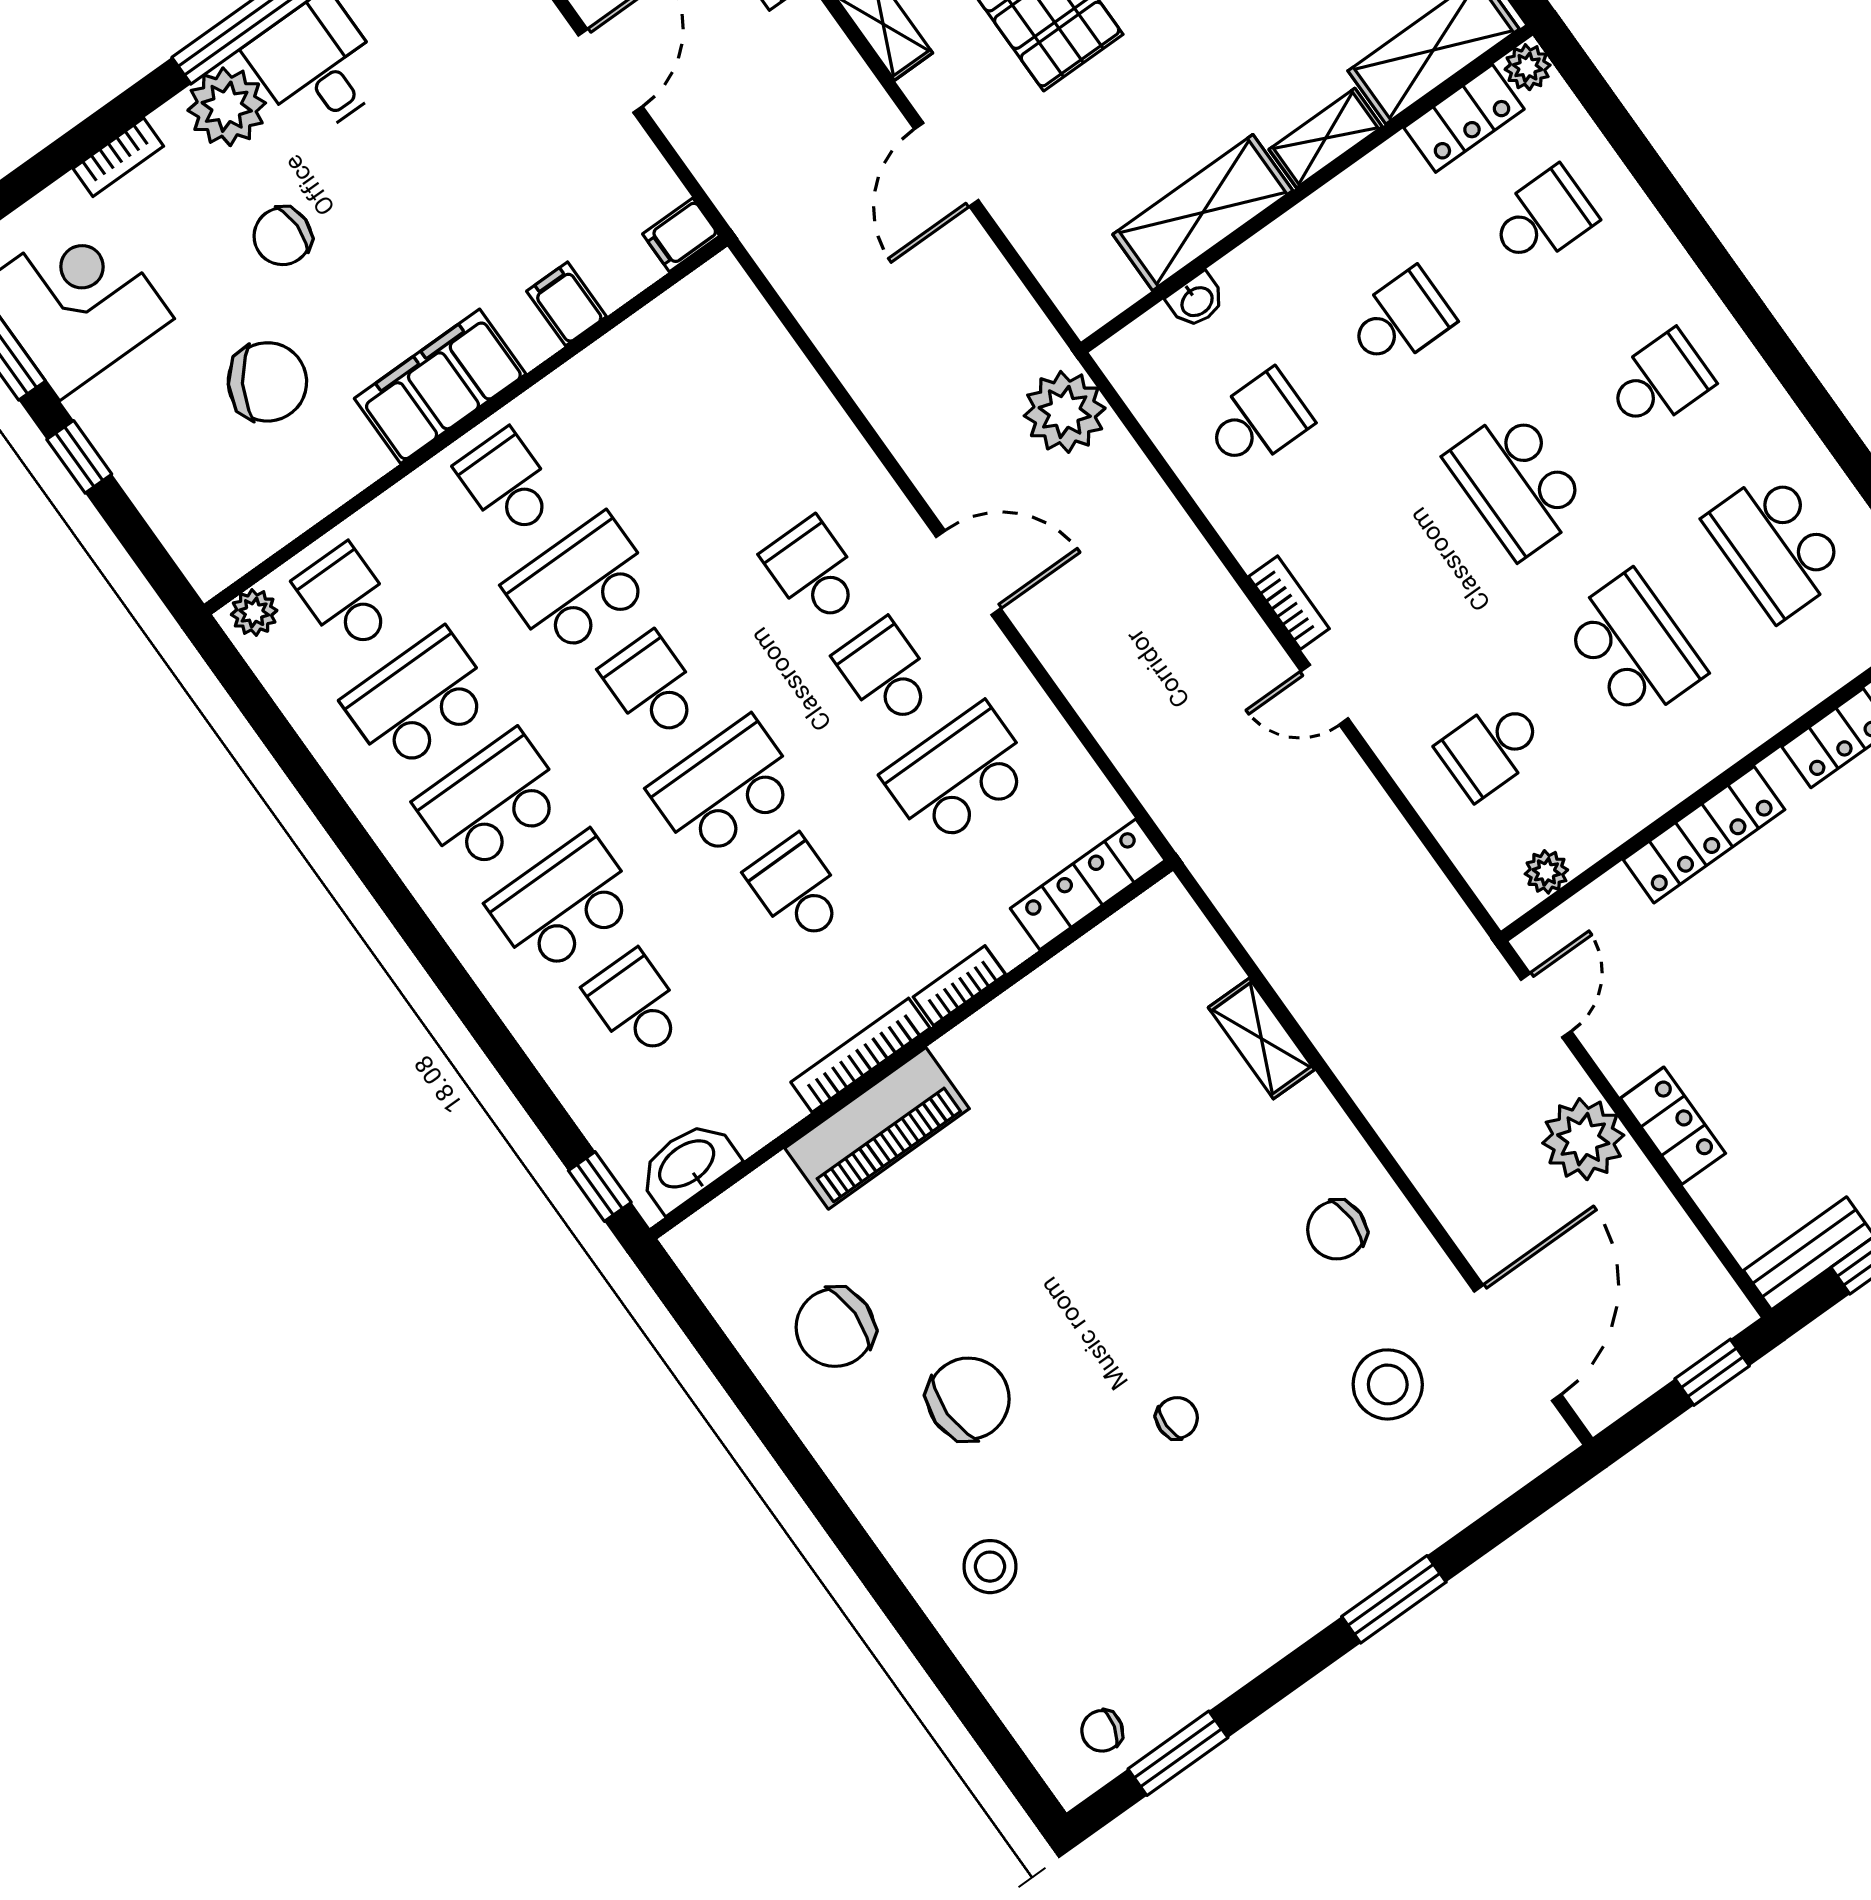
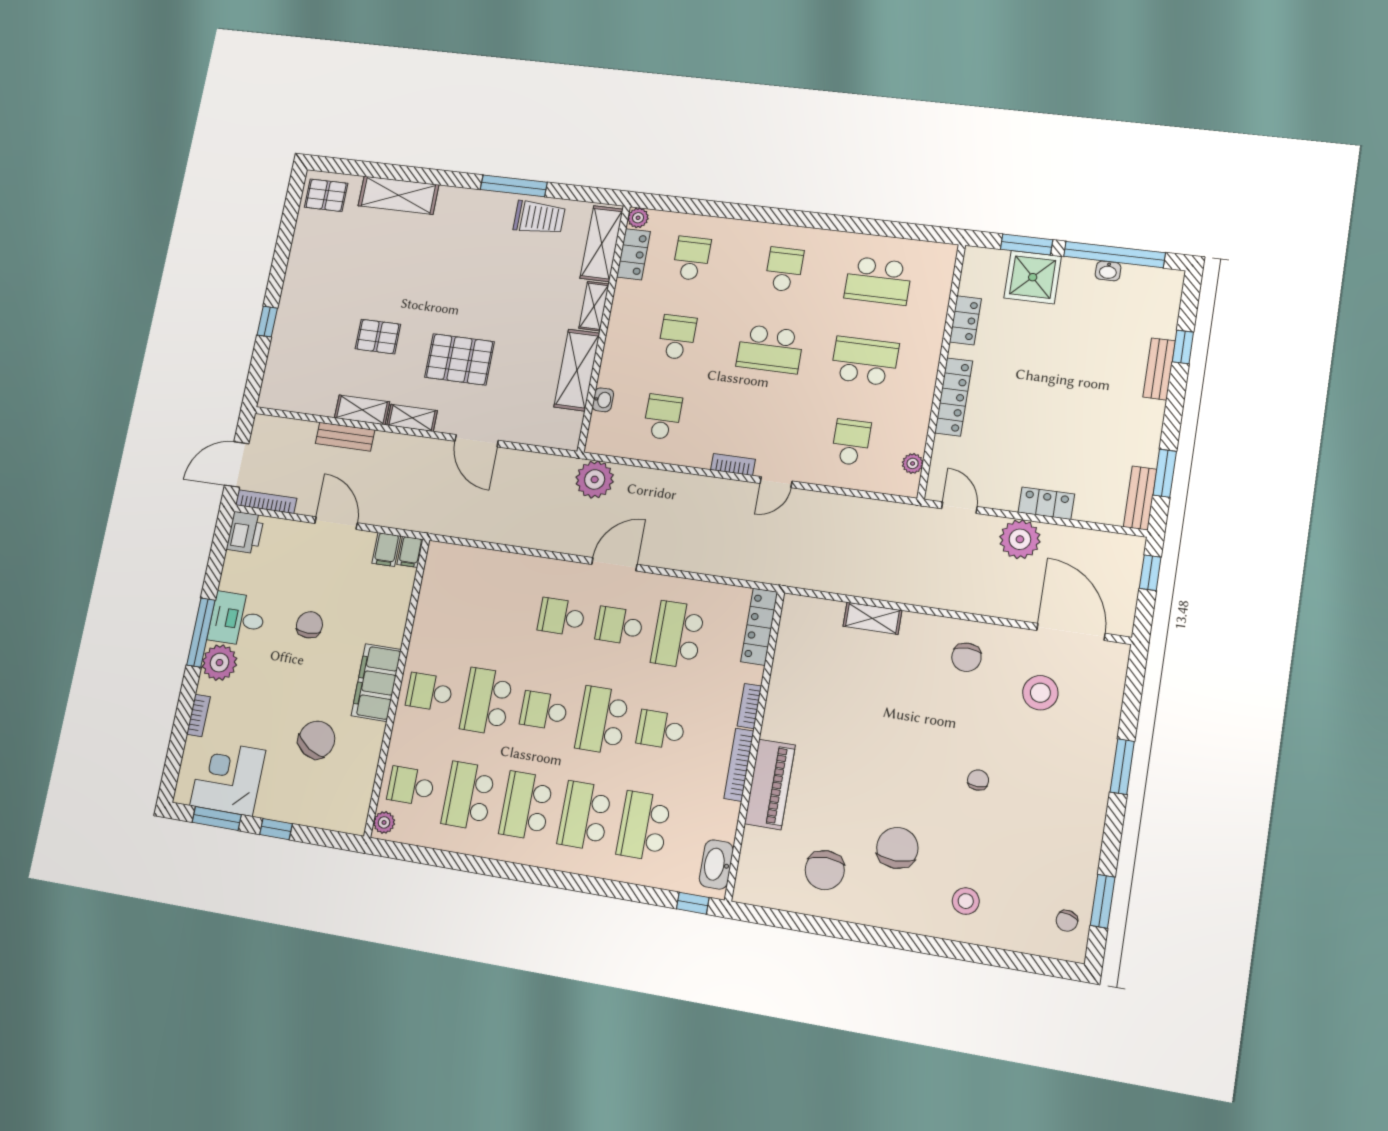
chair: (282, 236) -> (309, 625), moved, turned 180
filing cabinet: (567, 304) -> (386, 550), moved, turned -90
school desk: (1491, 748) -> (851, 442), turned 180
school desk: (636, 1005) -> (644, 826), width x1.85

